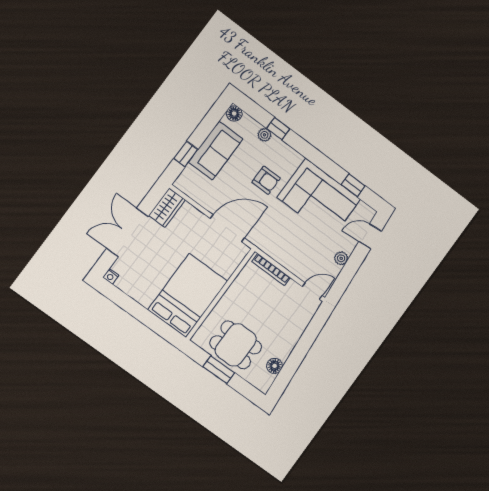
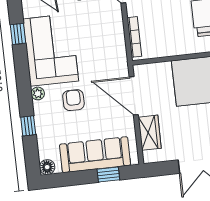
plant: (264, 135) -> (38, 93), moved
sofa: (216, 151) -> (95, 155), width x1.36
wardrobe: (167, 208) -> (150, 133), moved, turned 90

